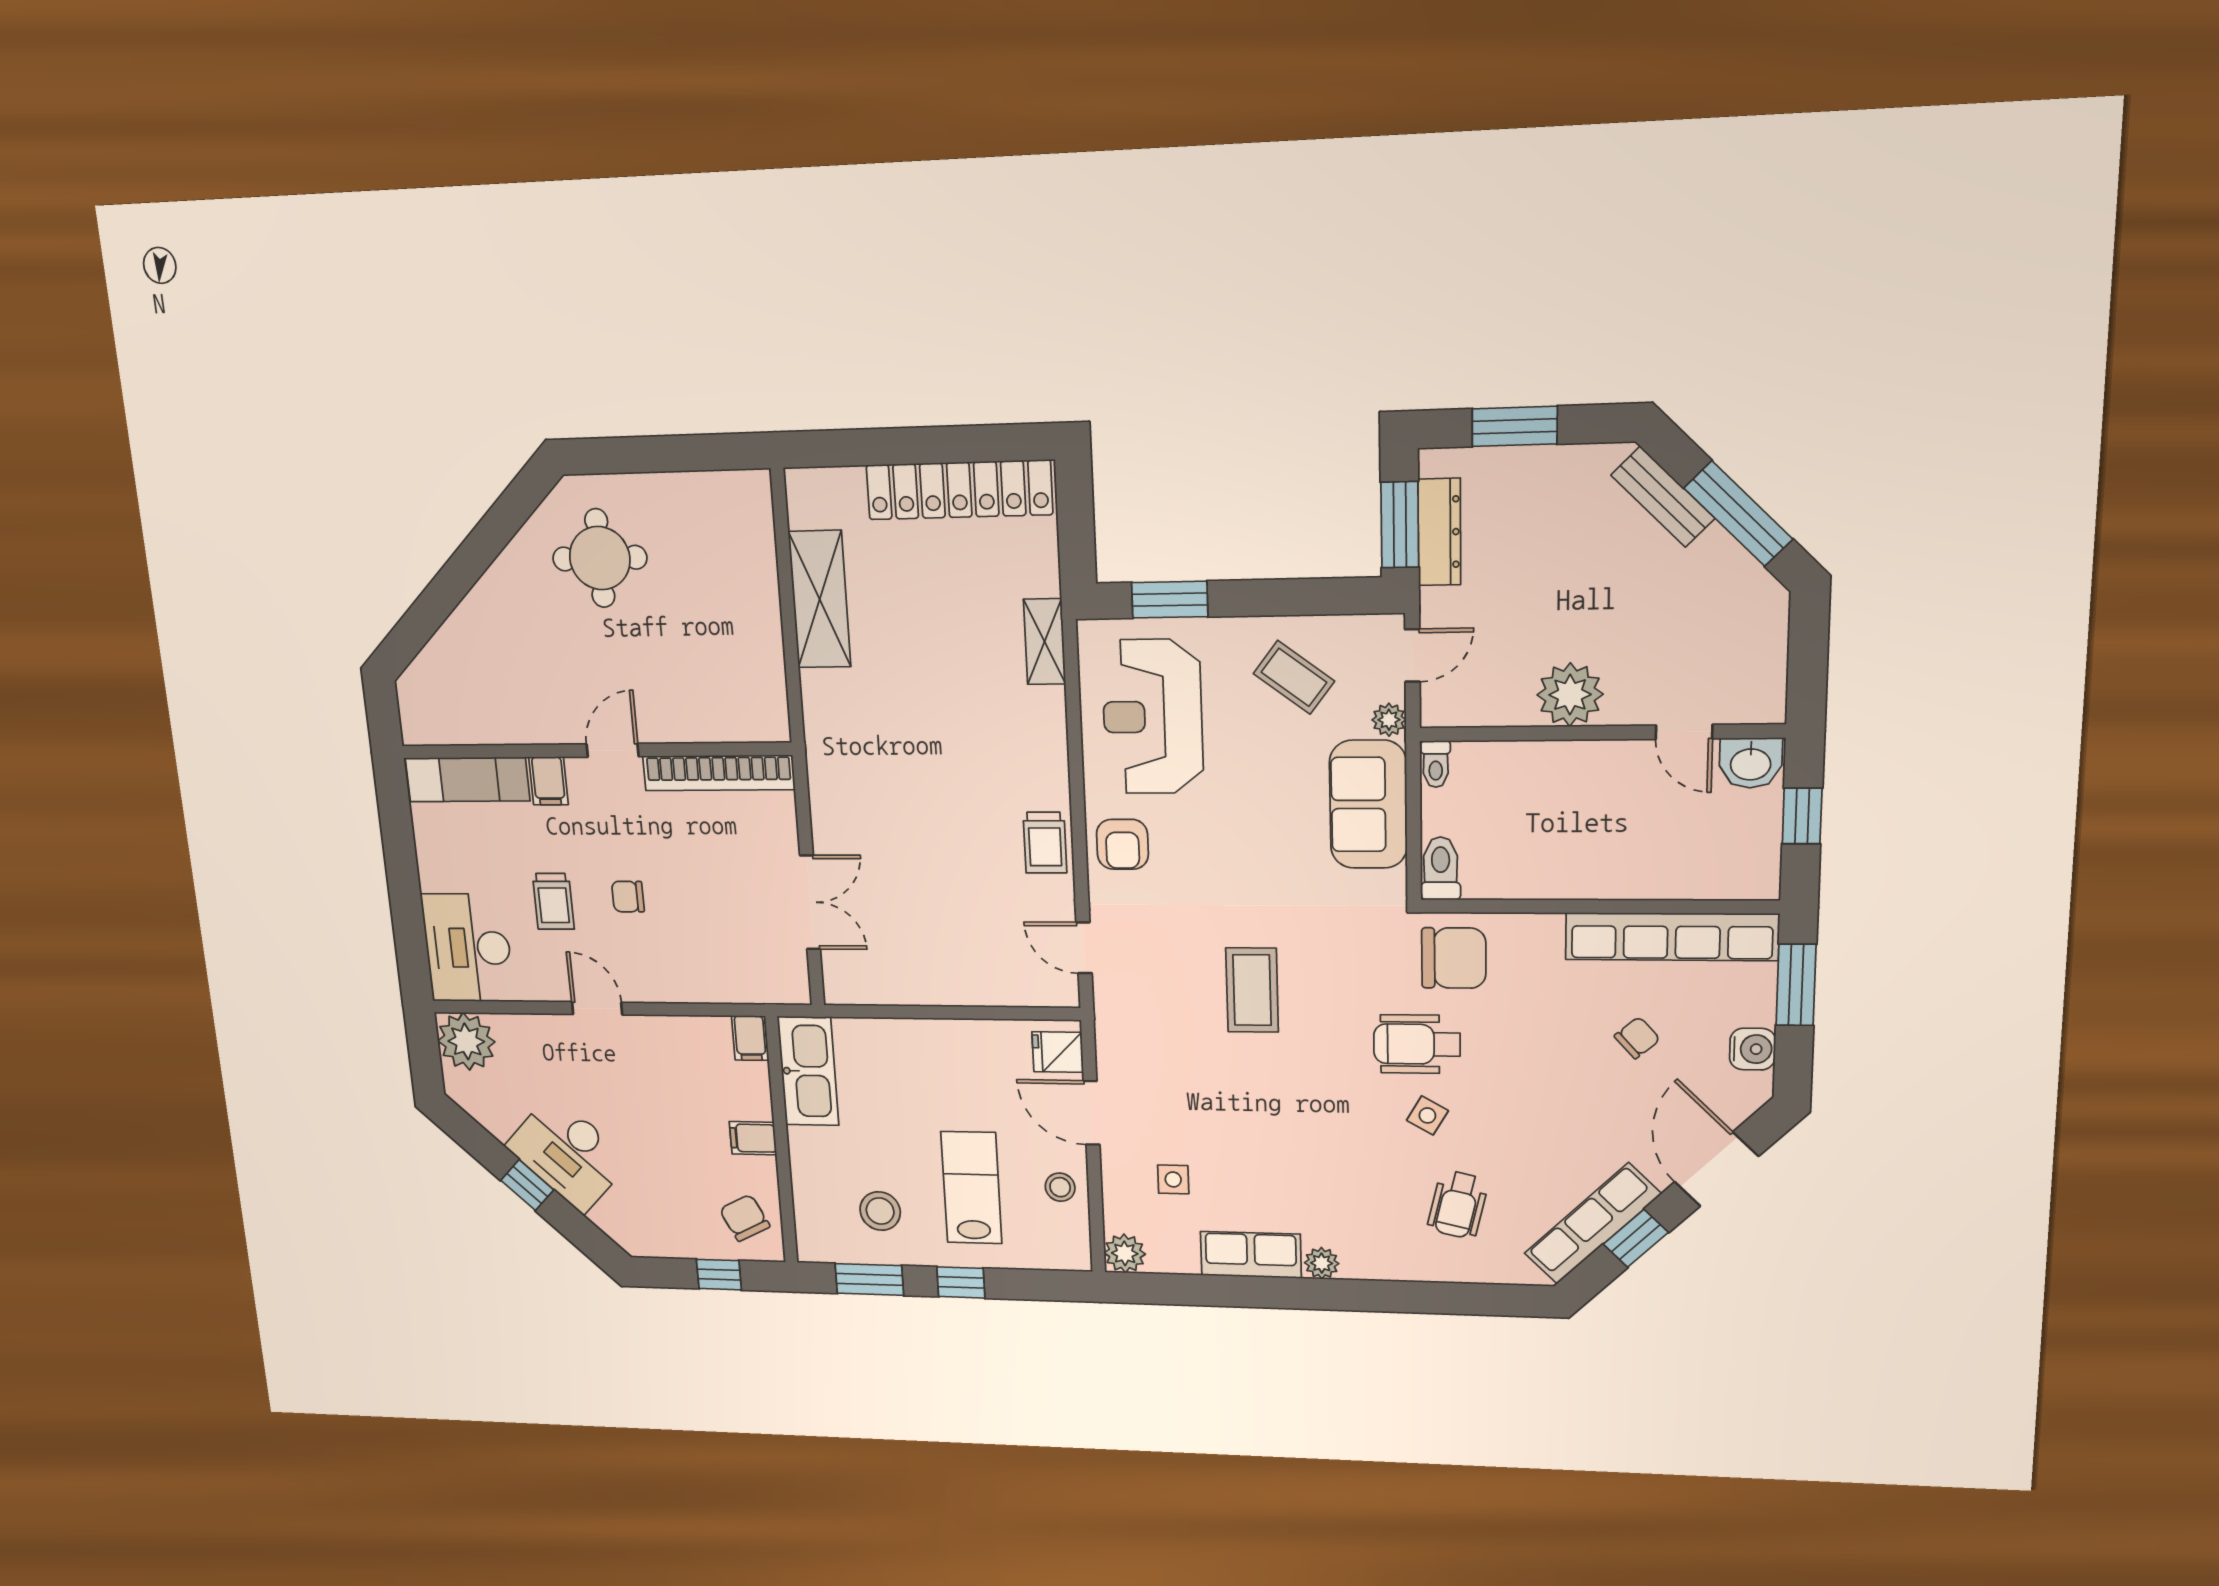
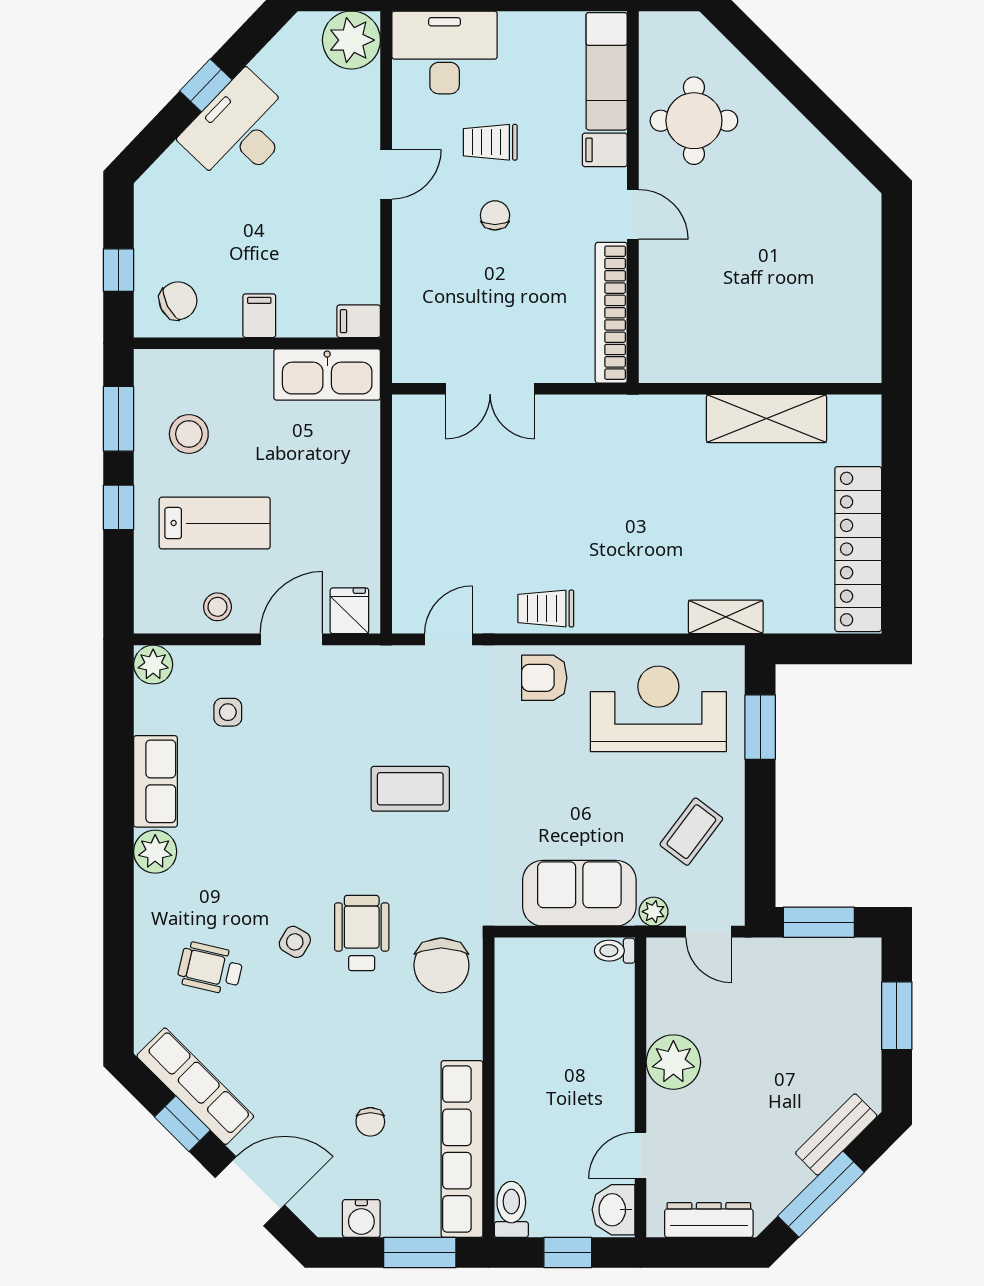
dresser: (1439, 532) -> (709, 1220), moved, turned 180
round table: (600, 558) -> (694, 121), moved
toilet: (1441, 868) -> (511, 1209), moved, turned -90
chair: (1637, 1038) -> (370, 1122), turned 41
plant: (1322, 1263) -> (155, 852), width x1.38, depth x1.38

